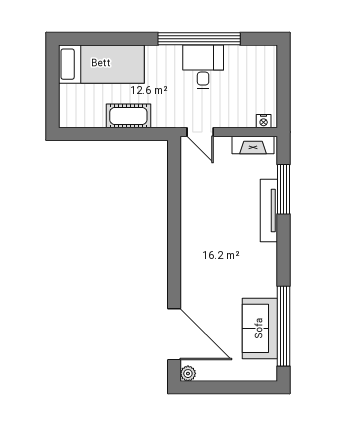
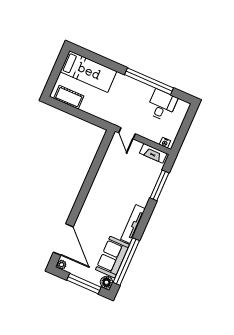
desk: (203, 67) -> (162, 105), moved
cot: (128, 116) -> (69, 97), moved
tv unit: (269, 211) -> (133, 224), moved
floor lamp: (267, 370) -> (107, 282), added
window: (234, 387) -> (84, 284), added

